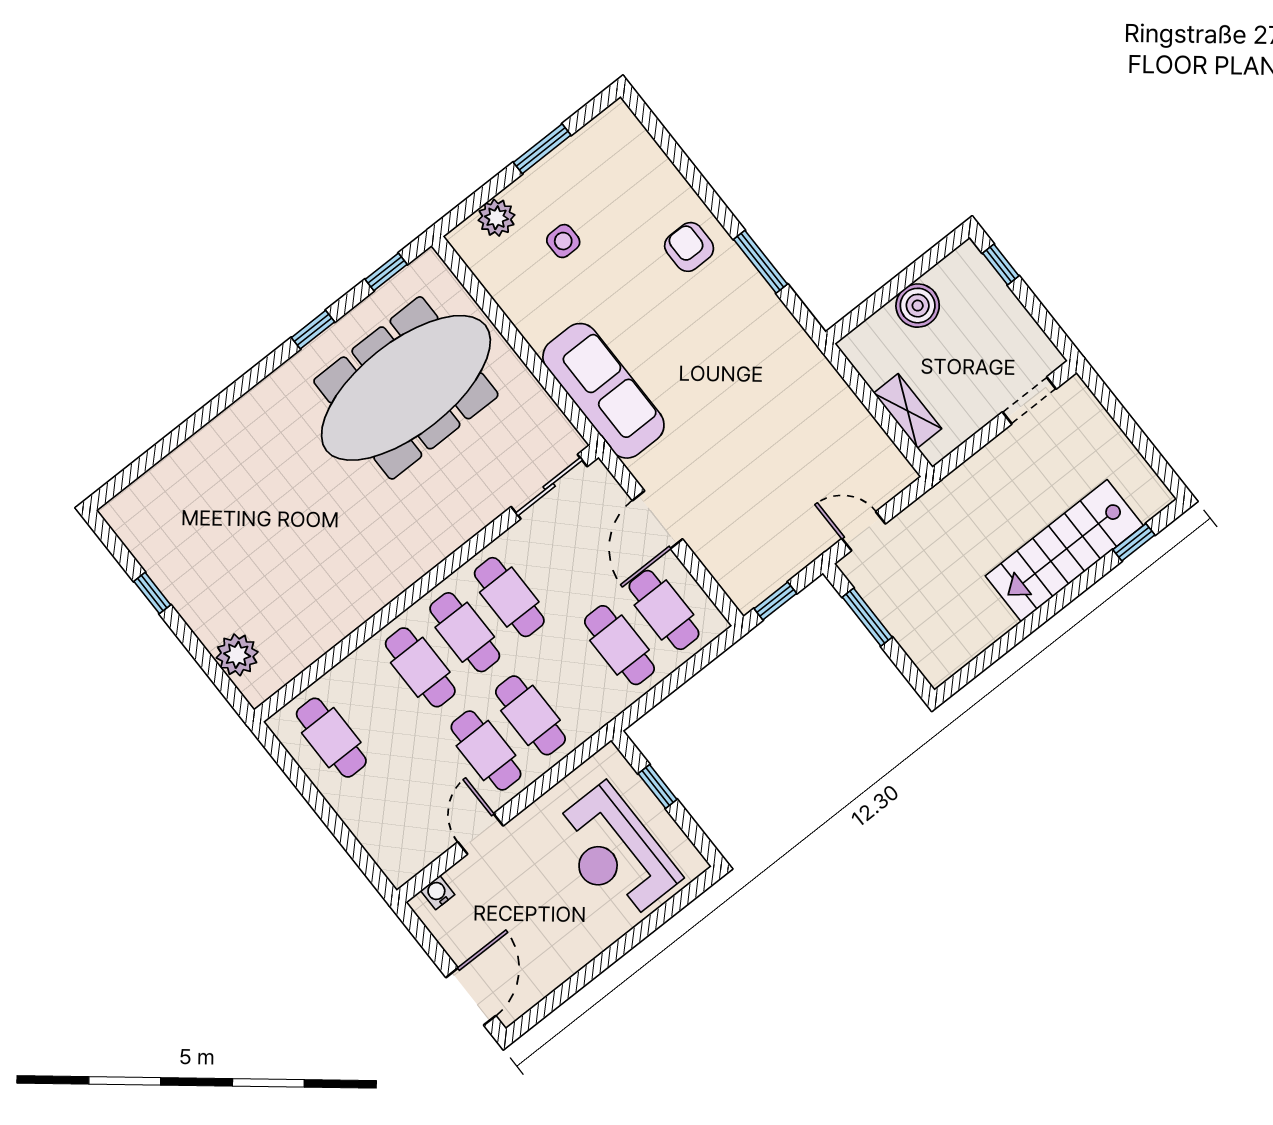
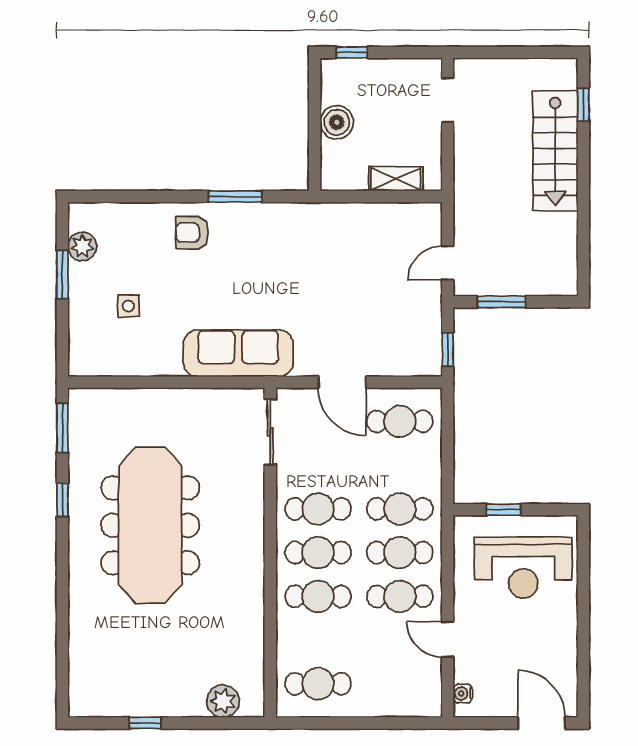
plant: (496, 218) -> (82, 246), moved
window: (386, 272) -> (62, 428), width x1.50
meeting table: (406, 388) -> (150, 525), moved
cafe table: (619, 645) -> (400, 509), moved

